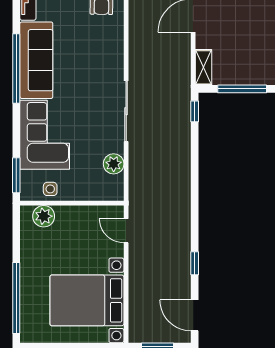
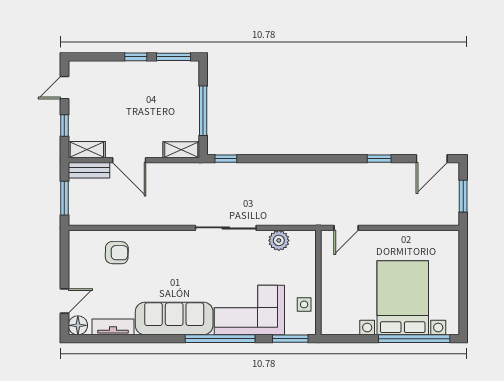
window: (16, 69) -> (220, 339), moved
plant: (44, 216) -> (332, 311), removed
bed with nightstands: (87, 300) -> (403, 298), moved, turned 180

